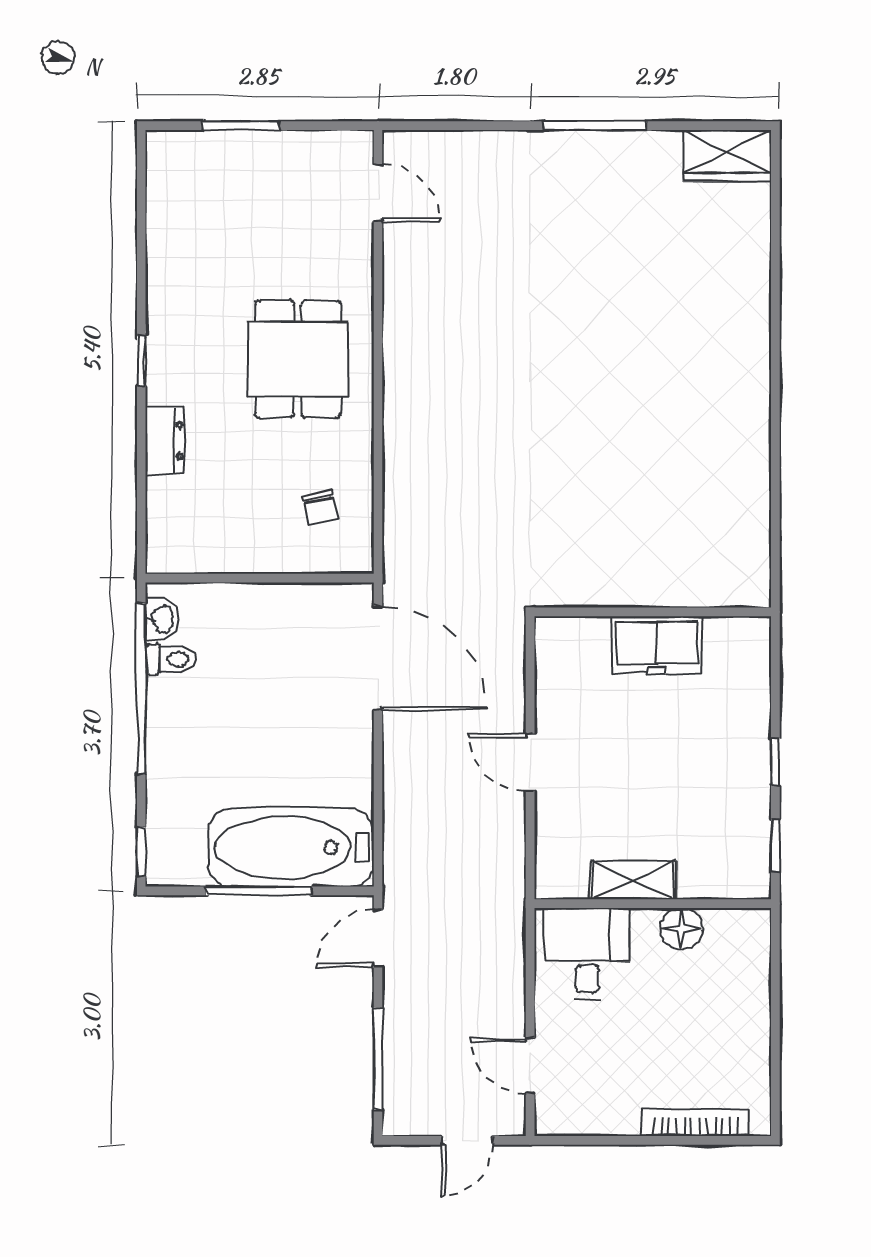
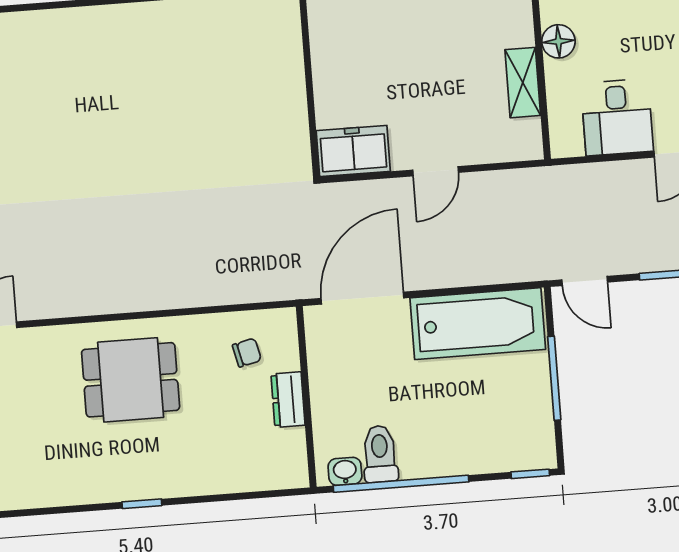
dresser: (165, 441) -> (288, 400), moved, turned -90
freezer: (657, 645) -> (353, 151), moved, turned -90
toilet: (171, 659) -> (380, 454), width x1.37, depth x1.39
bathtub: (291, 848) -> (478, 324), moved, turned -90
desk: (587, 954) -> (617, 117), moved, turned -90

